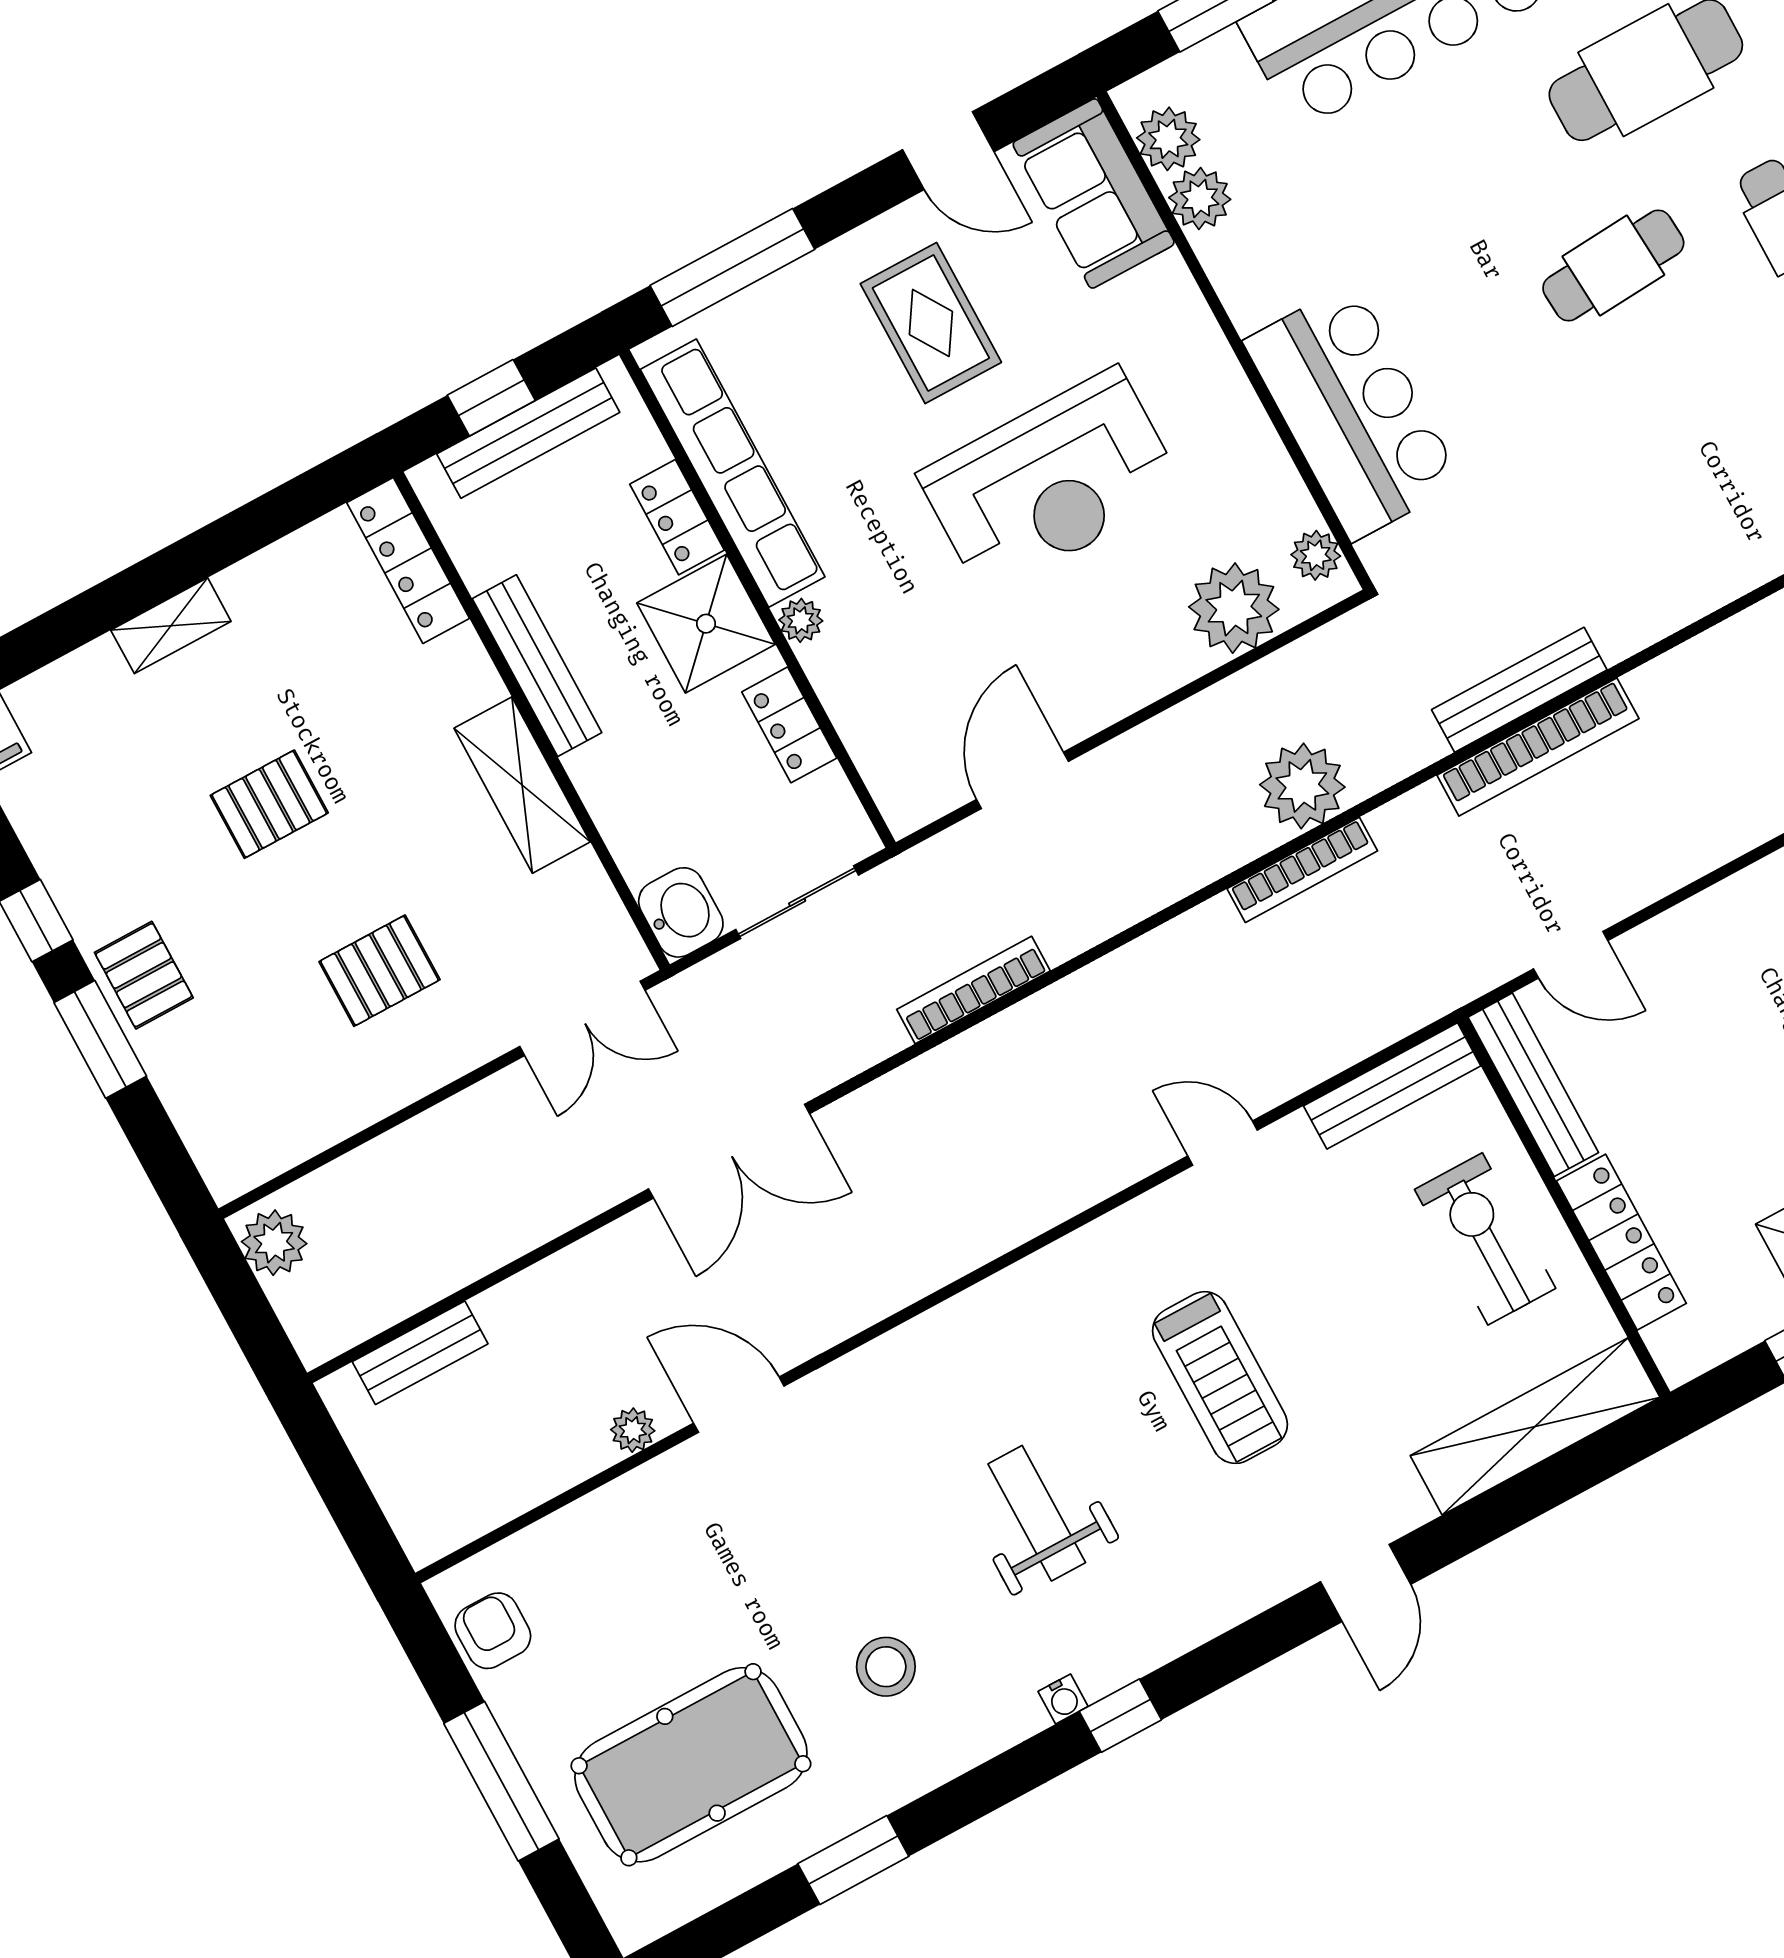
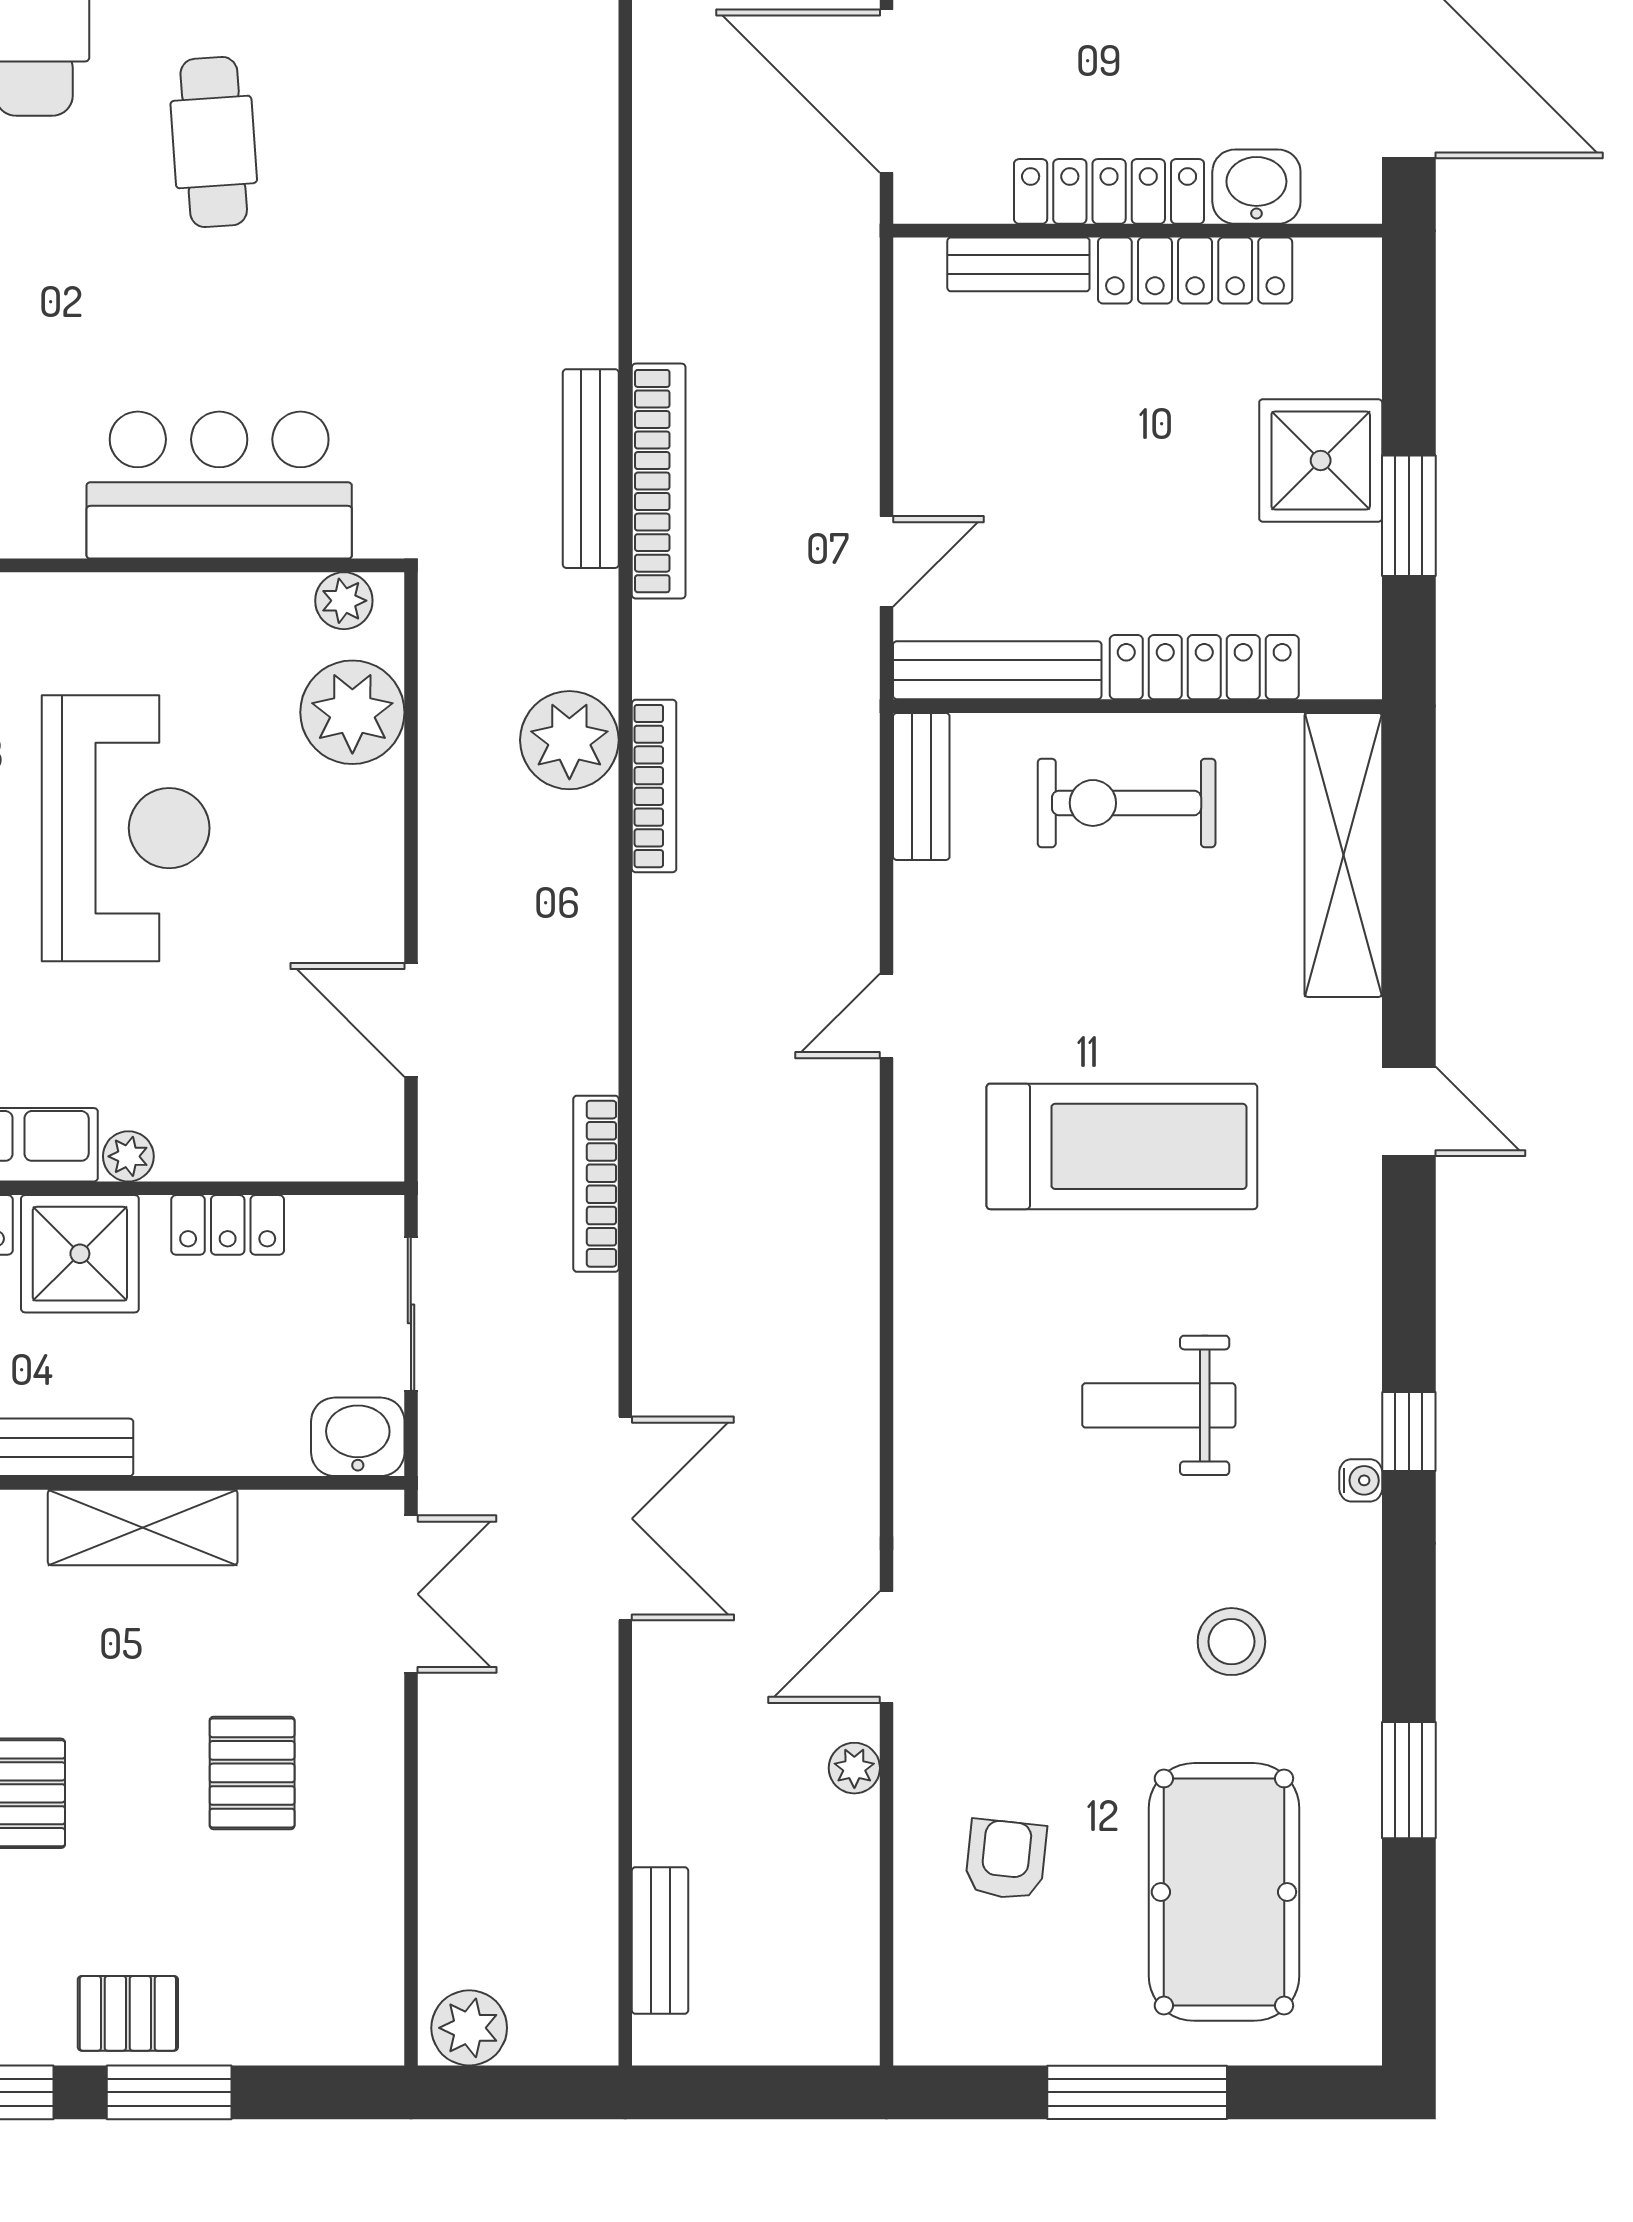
bench: (1392, 1086) -> (921, 786), width x0.73
treadmill: (1220, 1378) -> (1122, 1146), width x1.37, depth x1.38
armchair: (493, 1631) -> (1006, 1860), moved, turned 96

